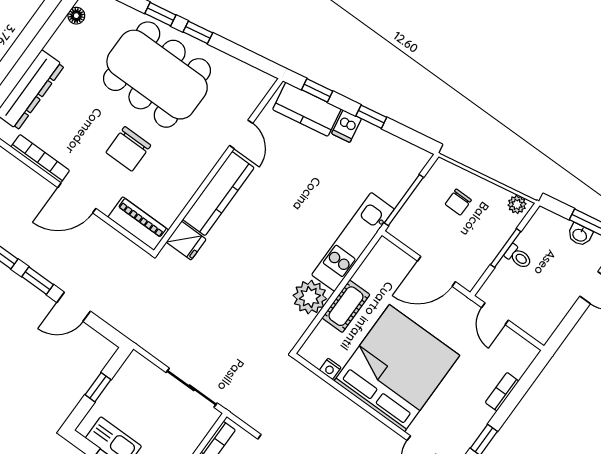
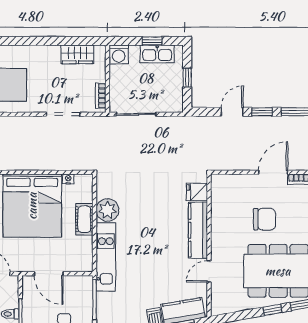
door: (241, 134) -> (209, 271), hinge flipped
chair: (128, 149) -> (264, 219), turned 90
piano: (138, 224) -> (230, 182), removed
door: (436, 271) -> (49, 274), swing flipped

